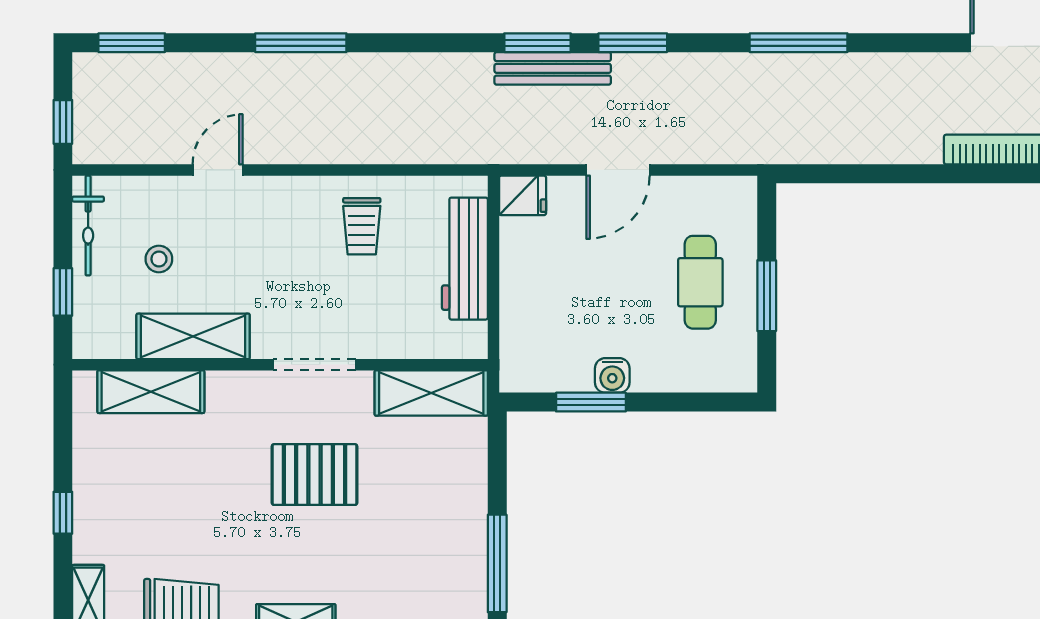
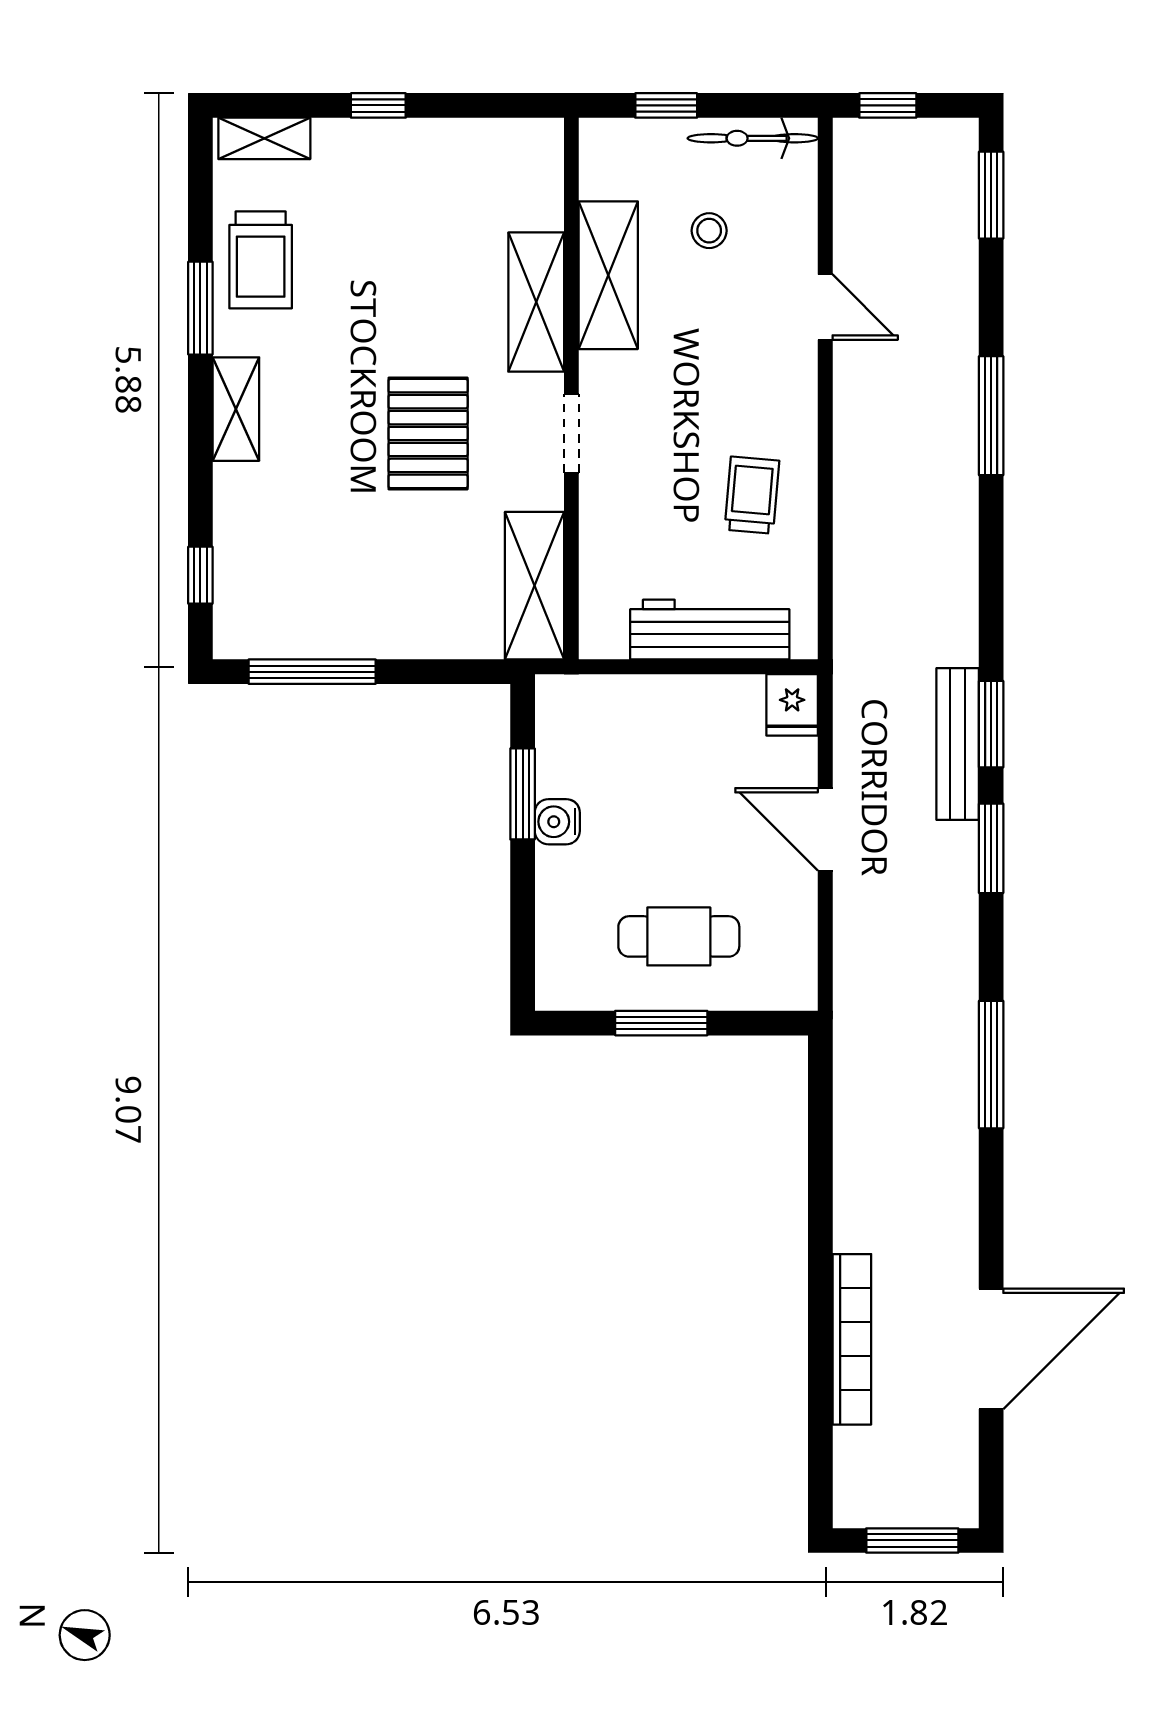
trolley: (362, 226) -> (752, 495), turned 95
doorway: (314, 365) -> (571, 433), width x0.73
shelving: (151, 392) -> (536, 302), moved

